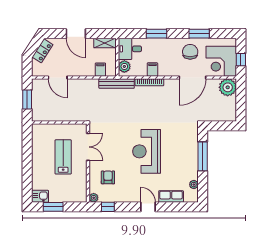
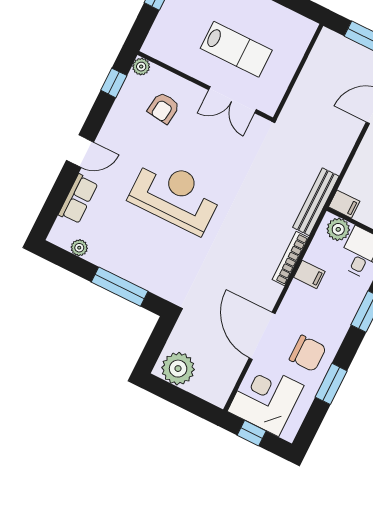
filing cabinet: (100, 70) -> (344, 204), moved
plant: (228, 87) -> (178, 369), moved
armchair: (108, 177) -> (164, 108), turned 97

